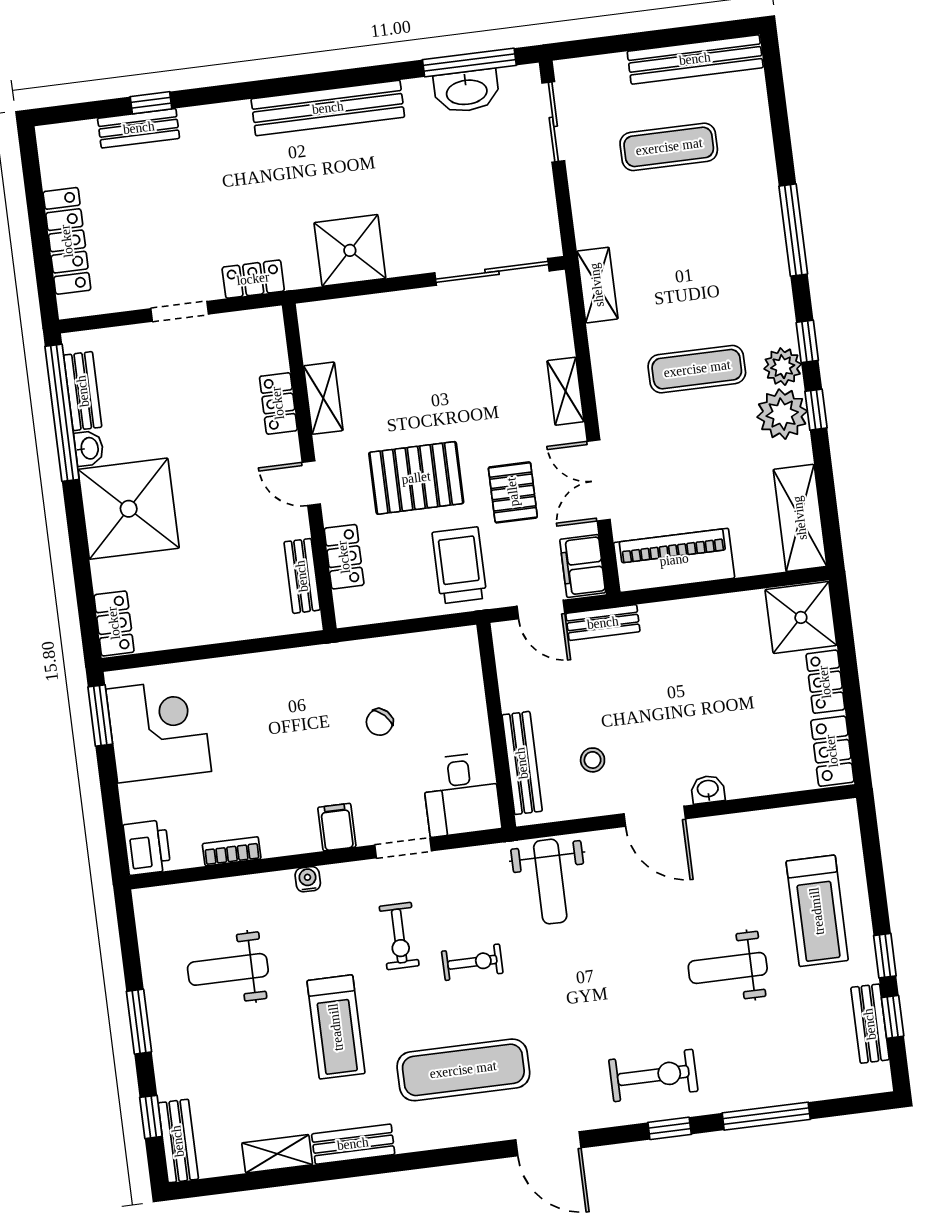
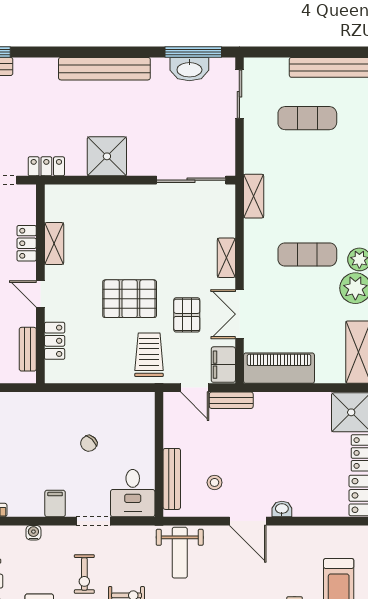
shelving: (323, 398) -> (54, 243), moved
locker: (278, 403) -> (27, 243), moved
wall: (309, 467) -> (40, 284), moved
door: (311, 483) -> (40, 294), moved
locker: (344, 557) -> (55, 341), moved
bench: (302, 576) -> (28, 349), moved

